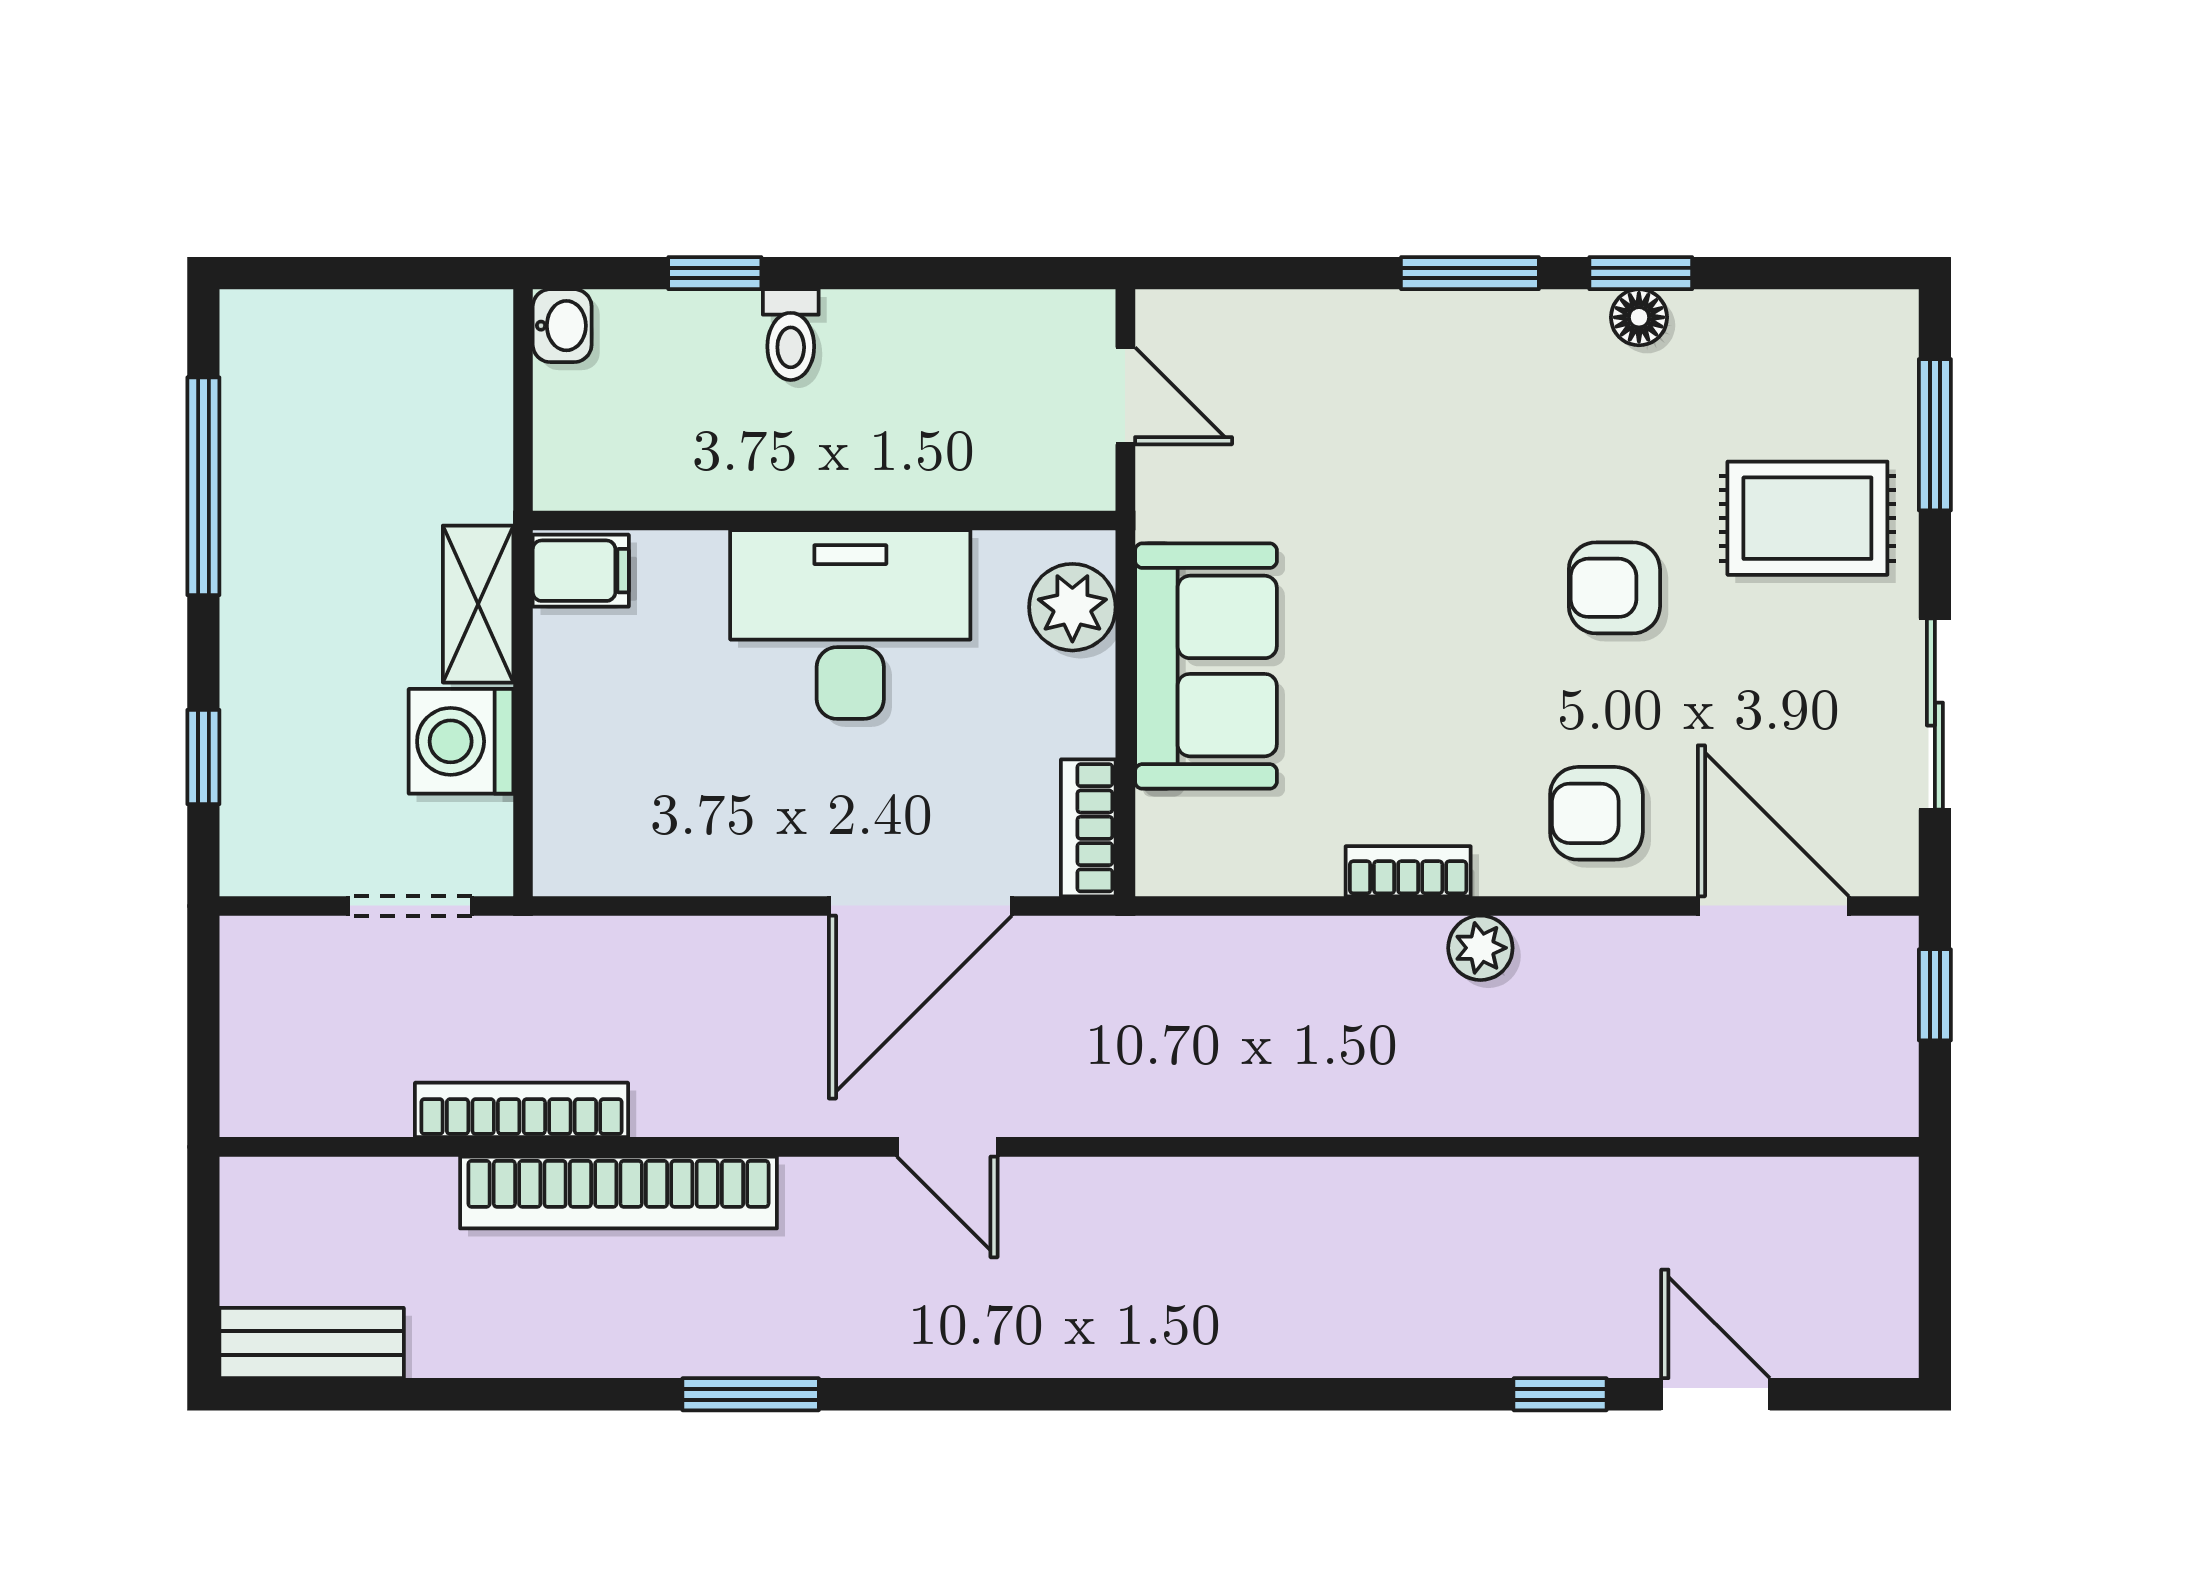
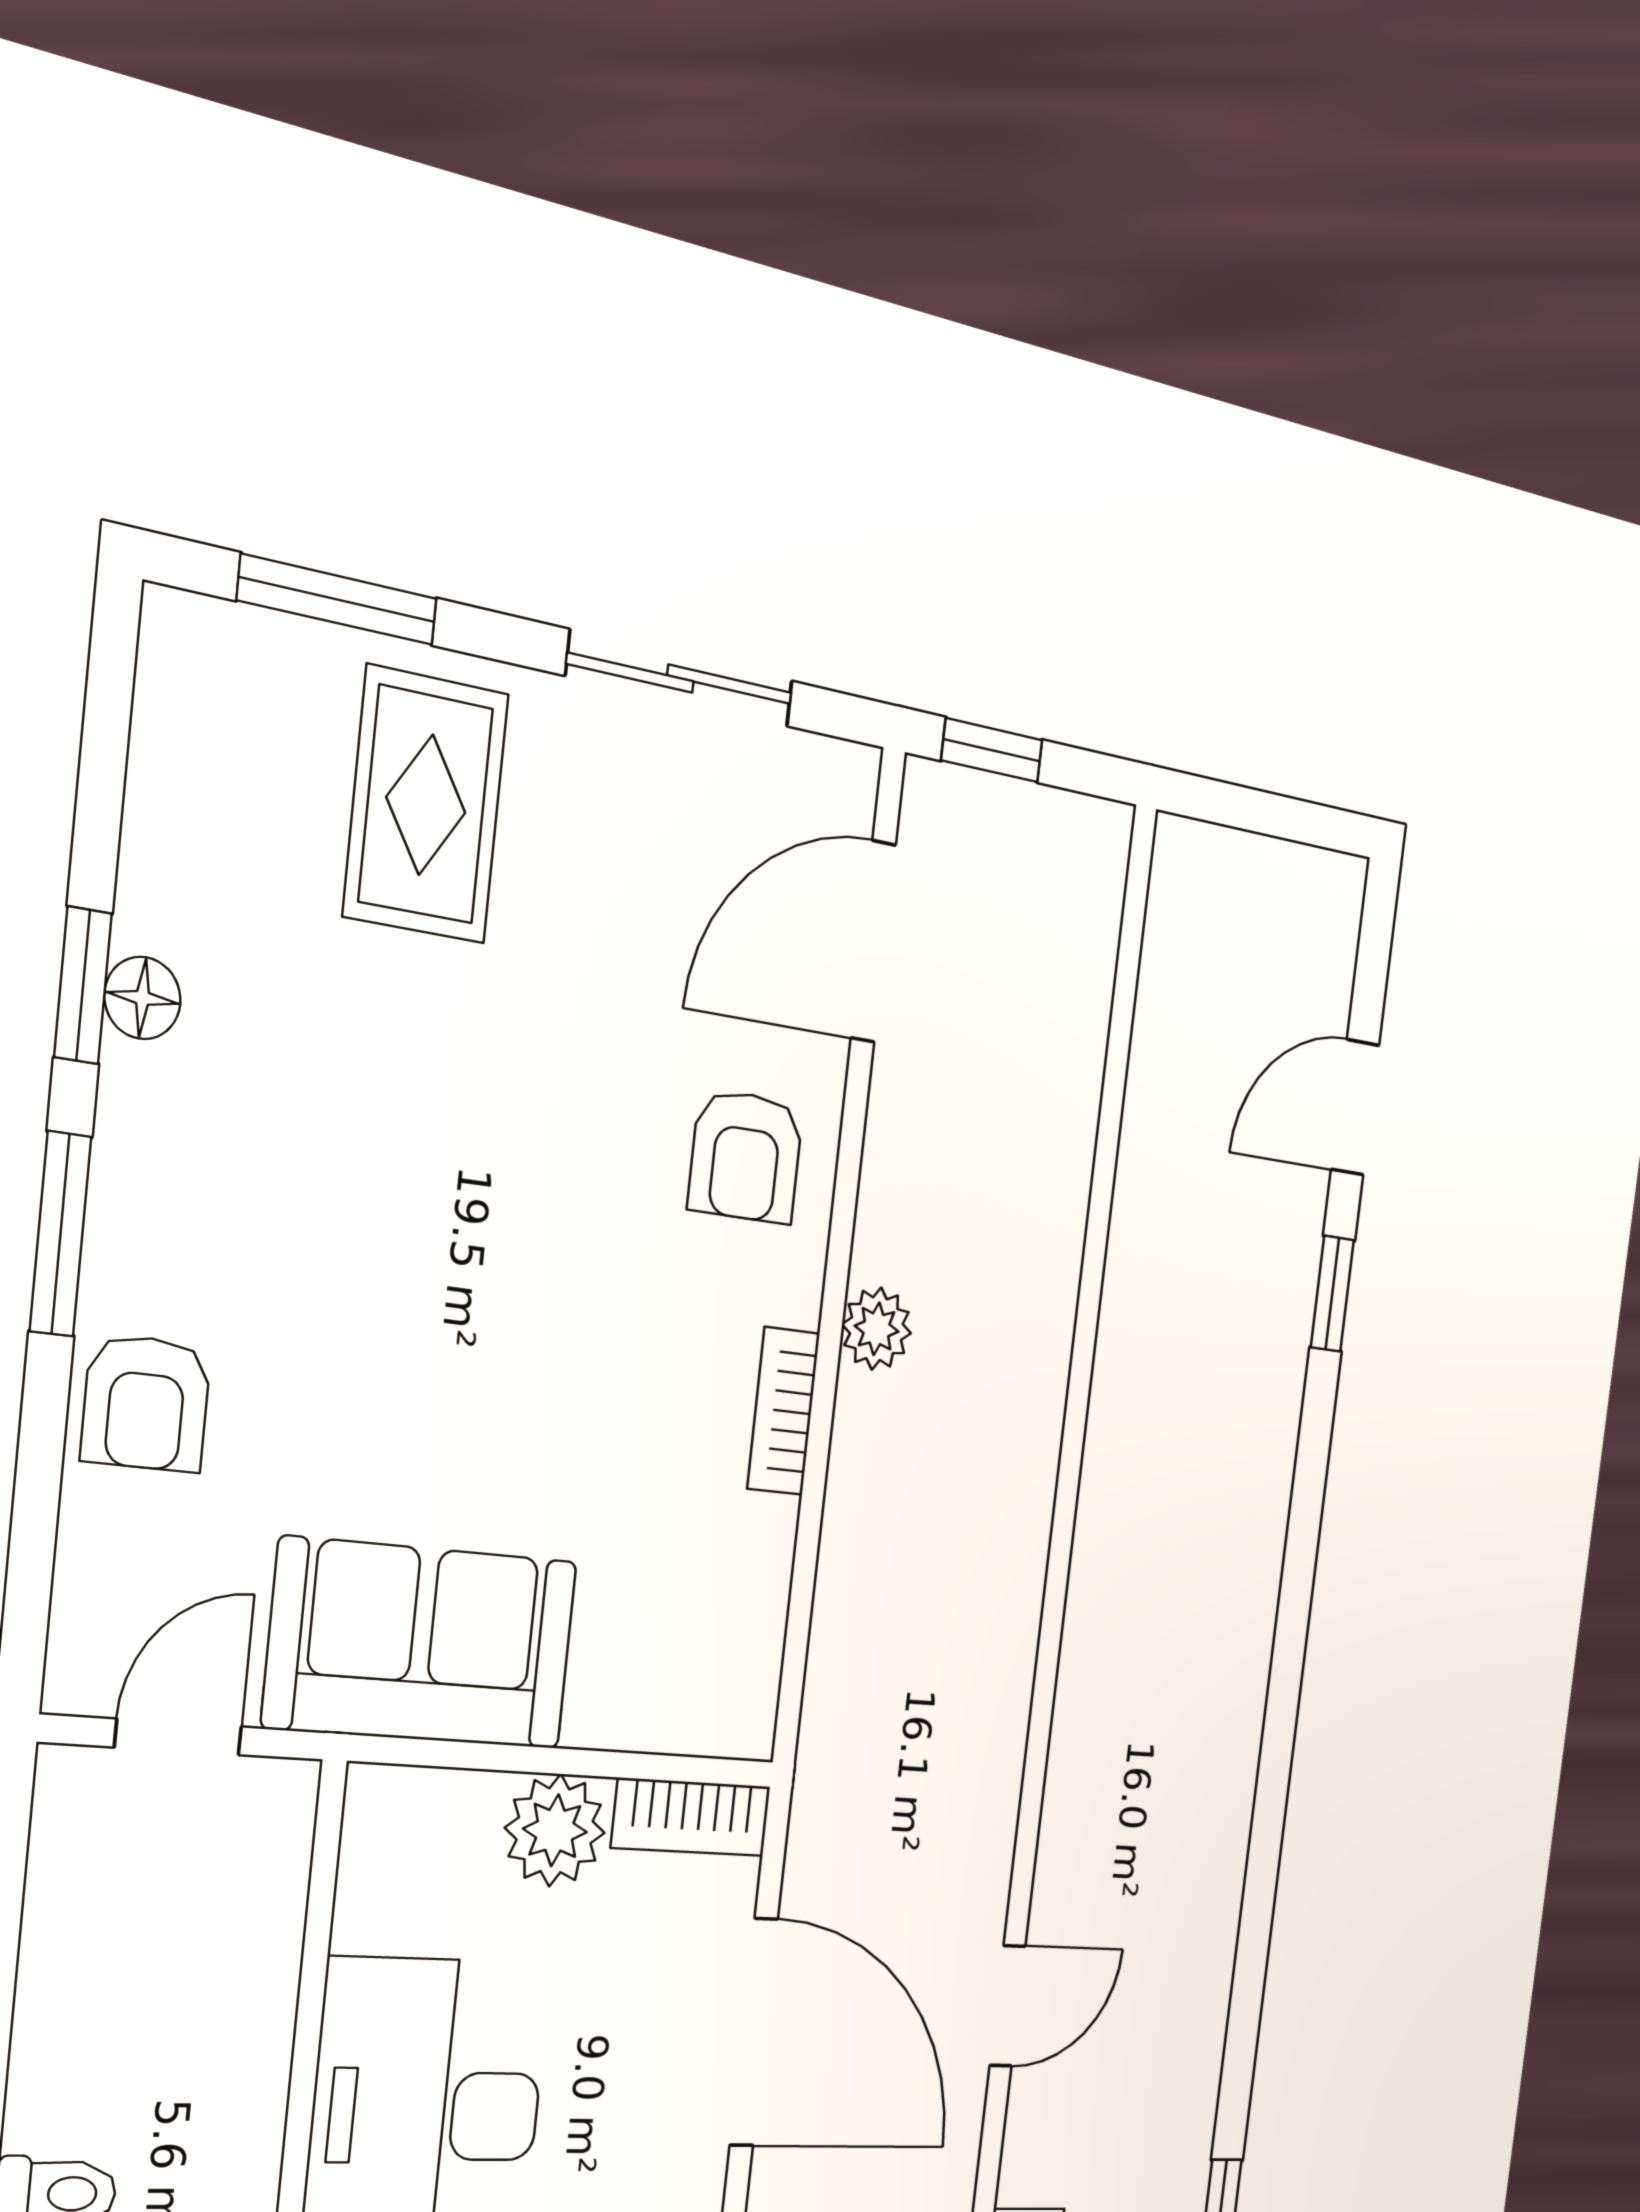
armchair: (1614, 588) -> (146, 1403), moved
plant: (1072, 607) -> (555, 1830), moved
sofa: (1206, 666) -> (421, 1644), moved

